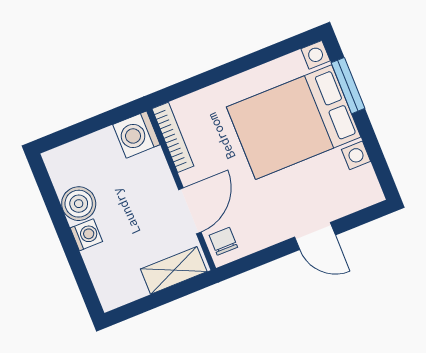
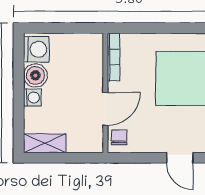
washing machine: (136, 135) -> (36, 49), moved, turned 180
shelving: (174, 270) -> (45, 143), moved

